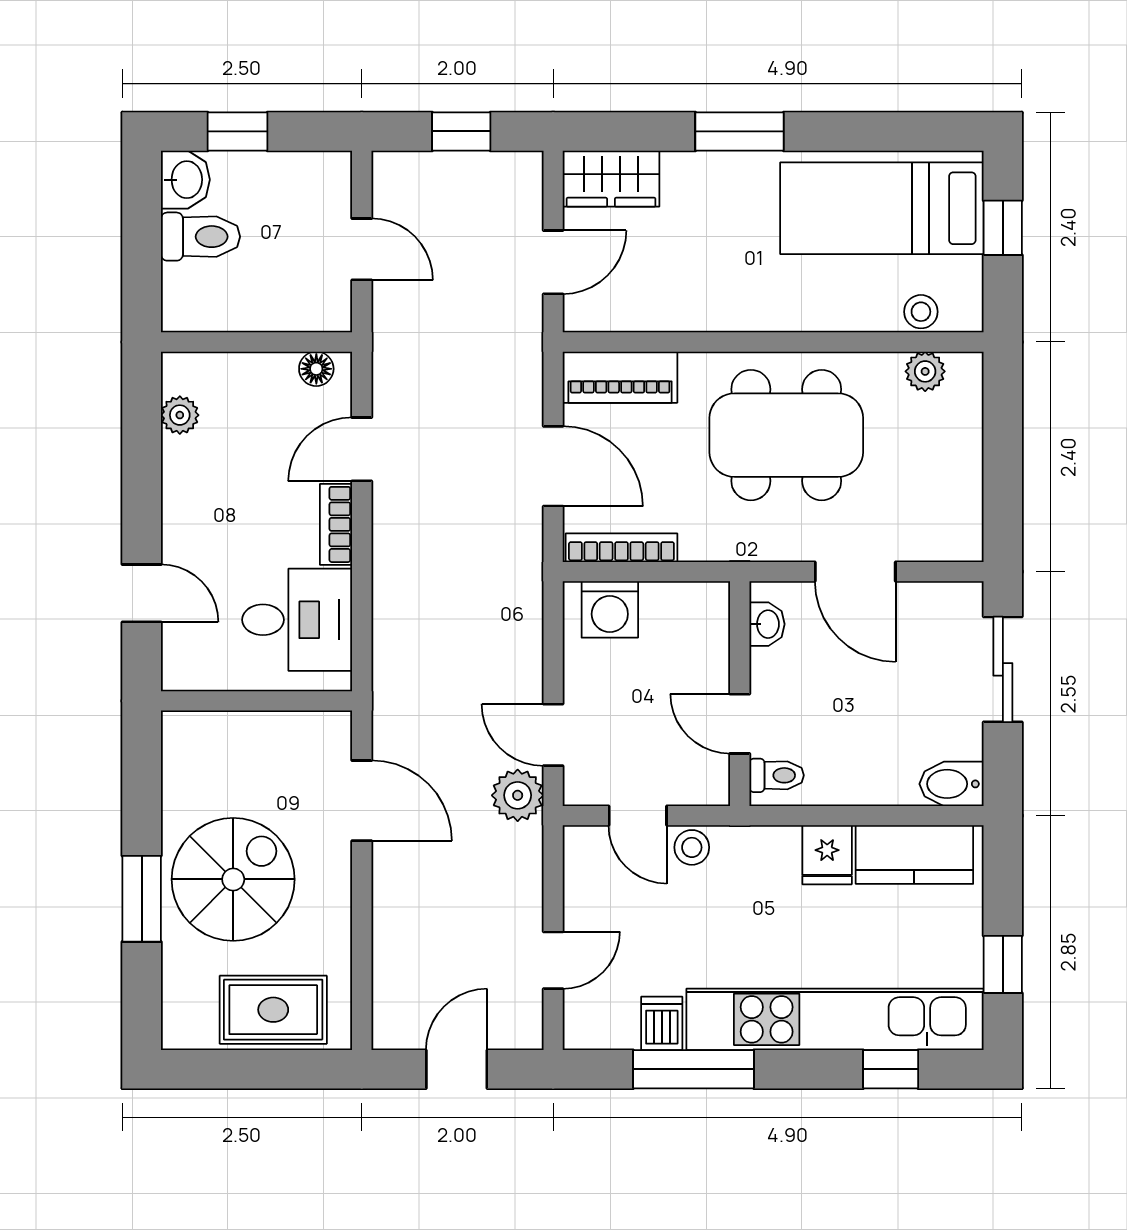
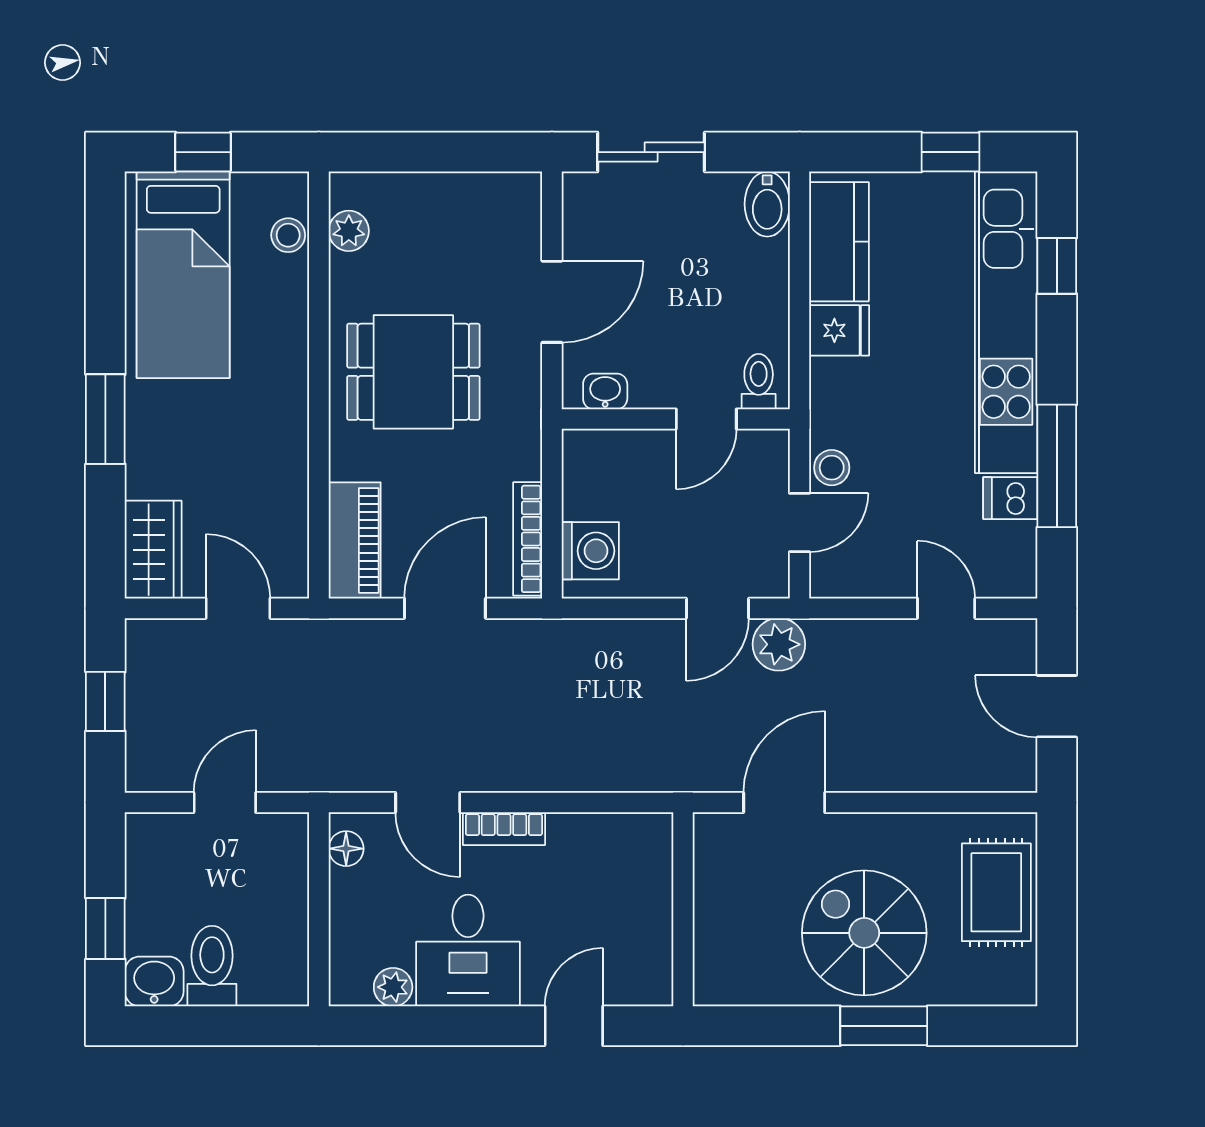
dining table: (786, 435) -> (413, 372), width x0.73
desk: (297, 620) -> (468, 951), moved, turned 180

